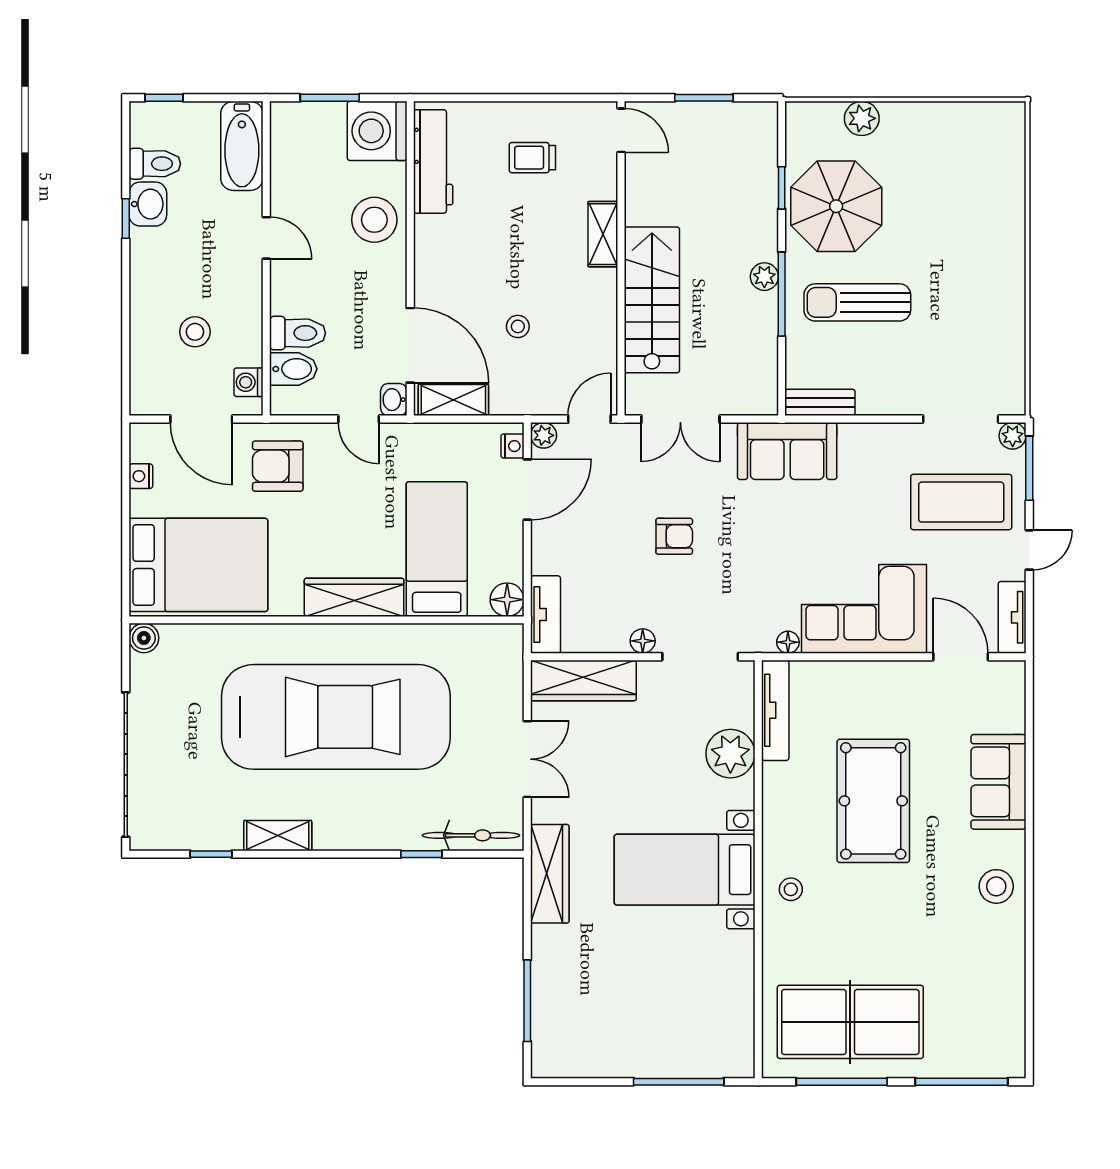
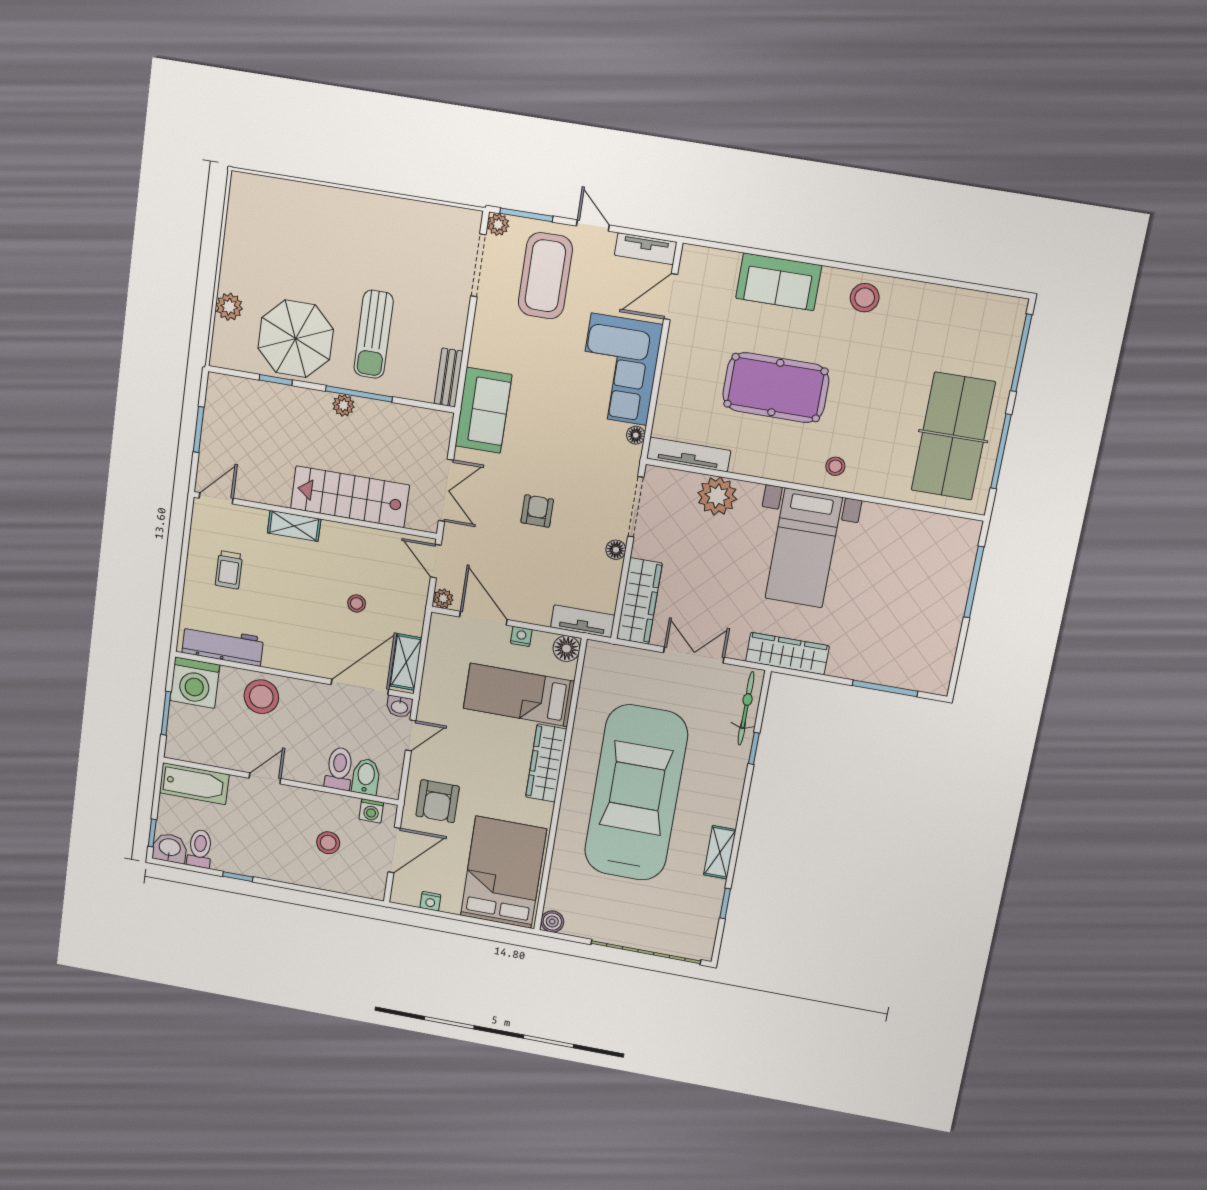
washbasin: (148, 204) -> (170, 848), moved
nightstand: (512, 446) -> (521, 636), moved

